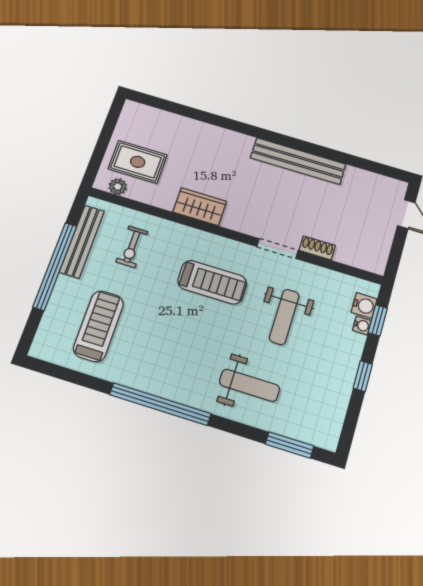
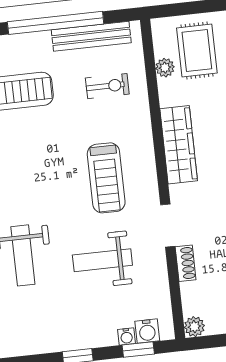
plant: (118, 187) -> (165, 68), moved
wardrobe: (200, 207) -> (179, 145), width x1.50
exercise bike: (132, 247) -> (107, 86), turned 180
plant: (376, 264) -> (194, 327), added

